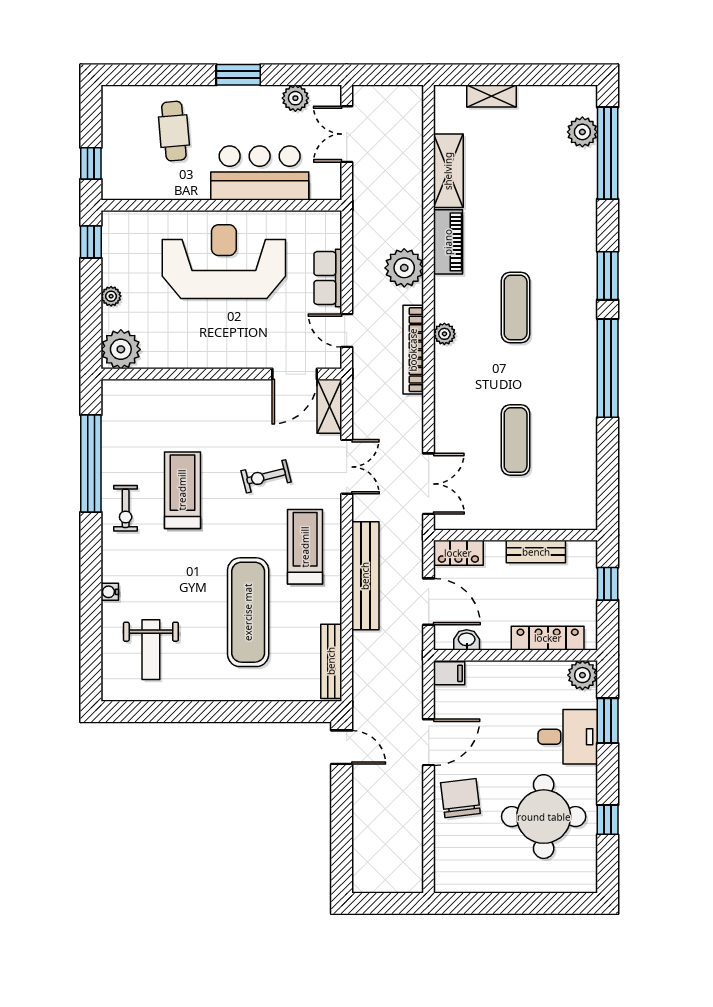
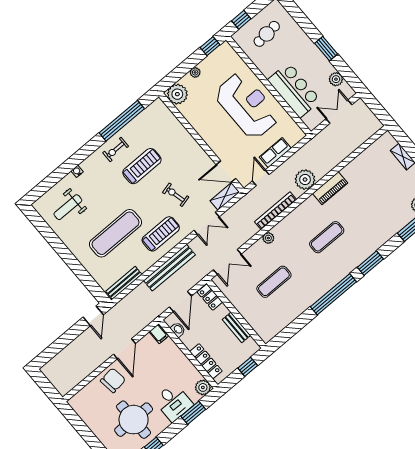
cafe table: (174, 131) -> (267, 34), moved
shelving: (448, 171) -> (359, 164), removed
plant: (444, 334) -> (268, 238), moved
door: (429, 742) -> (124, 349), hinge flipped

